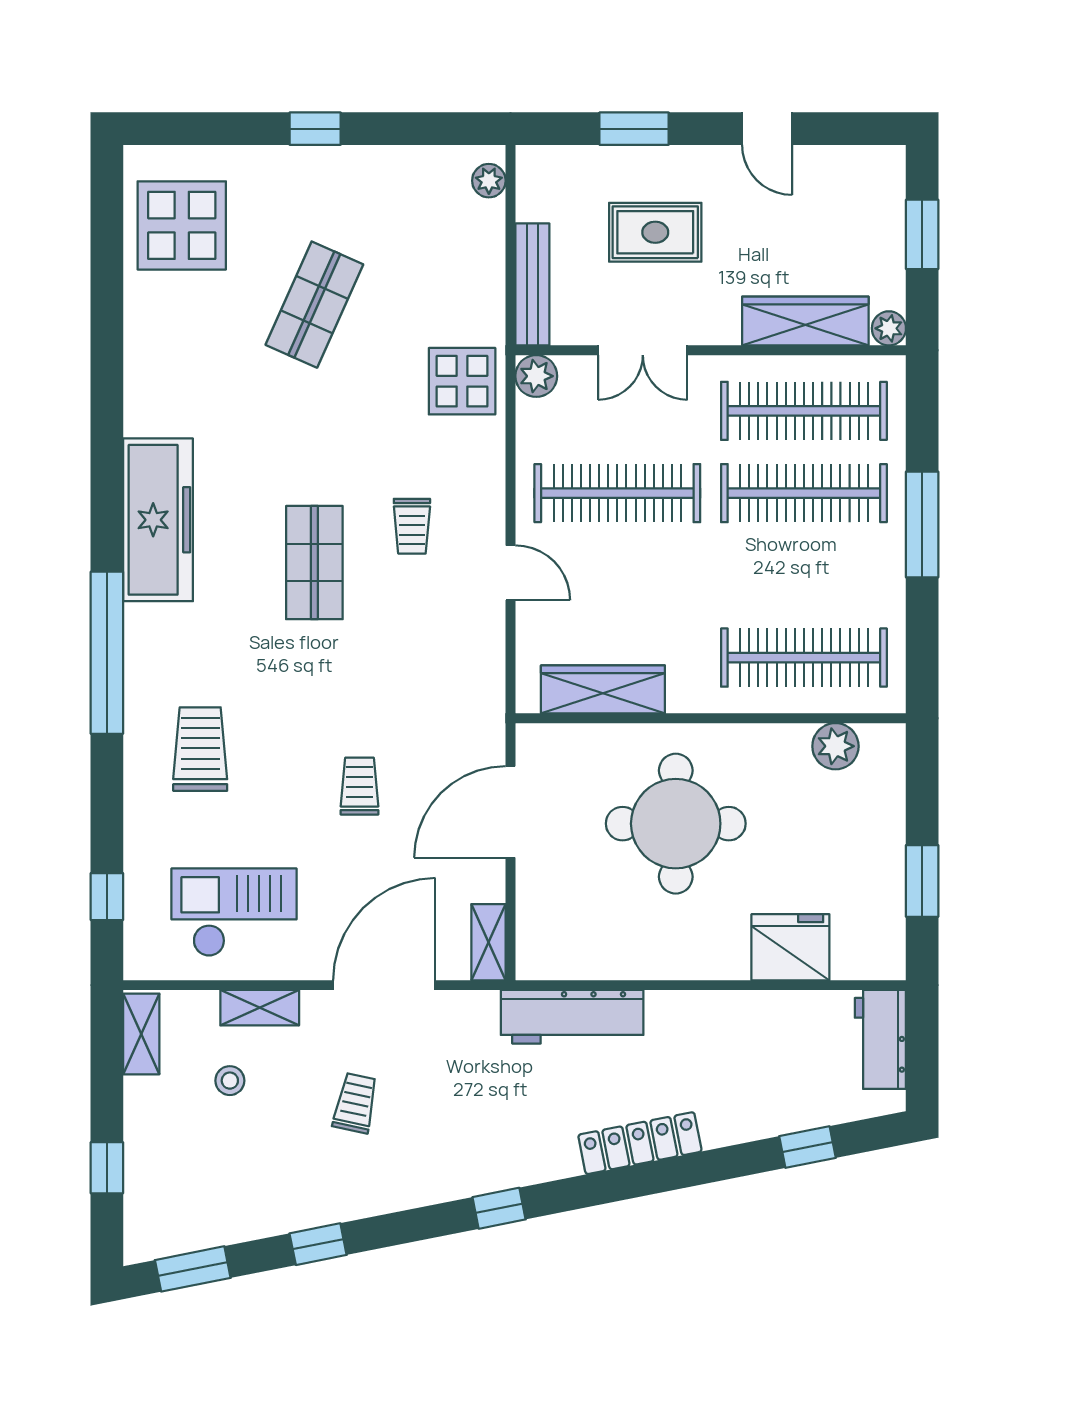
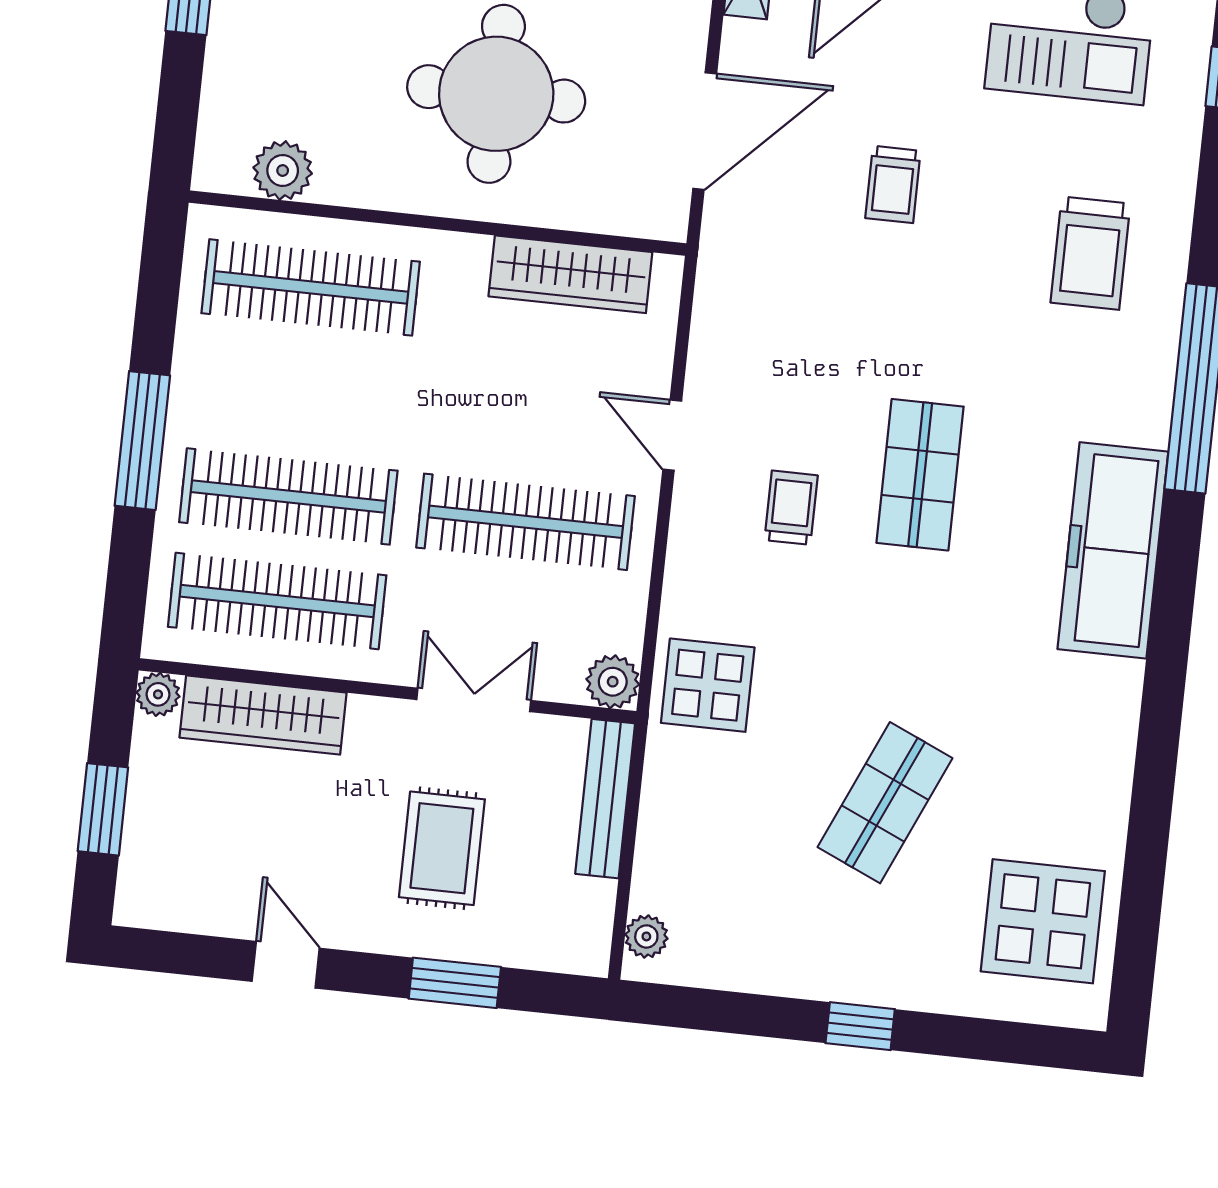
rug: (655, 232) -> (442, 848), turned 90

